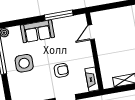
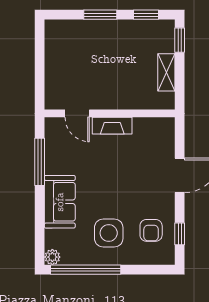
armchair: (61, 70) -> (151, 230), moved, turned 180
fireplace: (92, 79) -> (112, 126), moved

